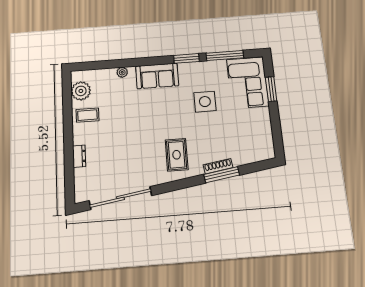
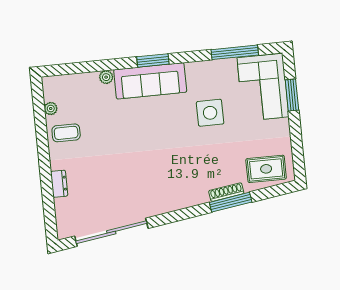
window: (186, 58) -> (153, 60), moved
sofa: (157, 76) -> (150, 81), width x1.36
plant: (81, 91) -> (51, 109), width x0.53, depth x0.53
rug: (177, 155) -> (266, 169), moved, turned 90

